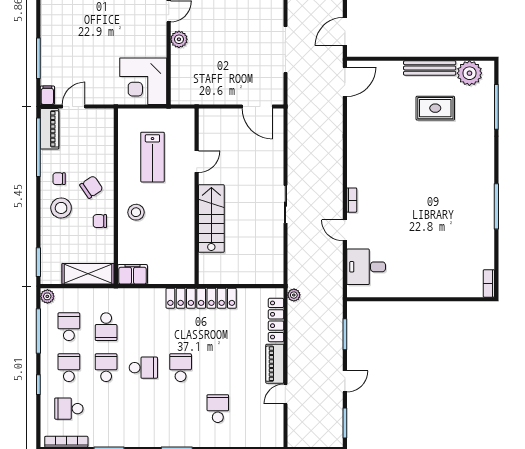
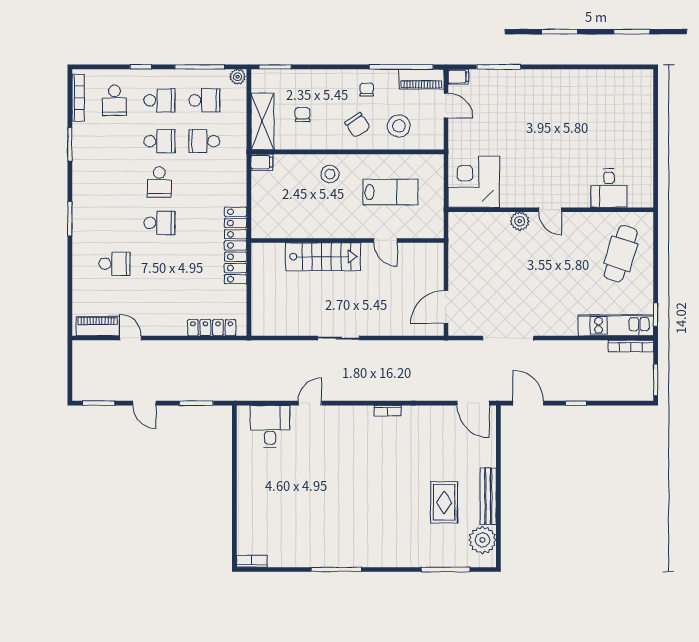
lab bench: (152, 157) -> (390, 192), turned 180
bookcase: (352, 200) -> (388, 411), moved
stool: (61, 208) -> (399, 126), moved
chair: (100, 221) -> (303, 115), moved
filing cabinet: (133, 274) -> (262, 162), width x0.50
plant: (294, 295) -> (239, 347), removed
piano: (275, 364) -> (98, 326), moved
school desk: (69, 409) -> (114, 100), turned 180

